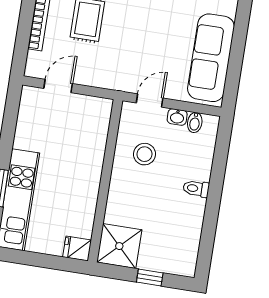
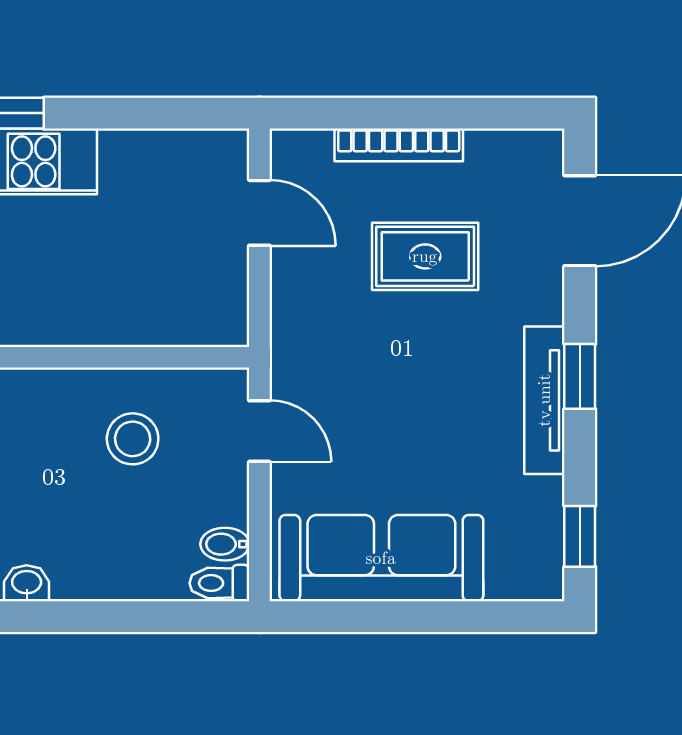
washbasin: (177, 117) -> (27, 583), moved, turned 90
toilet: (196, 189) -> (219, 583), moved, turned -90

